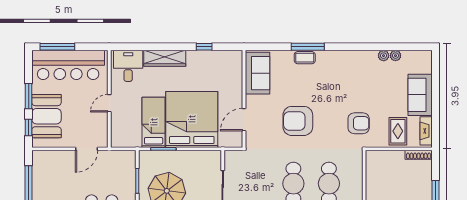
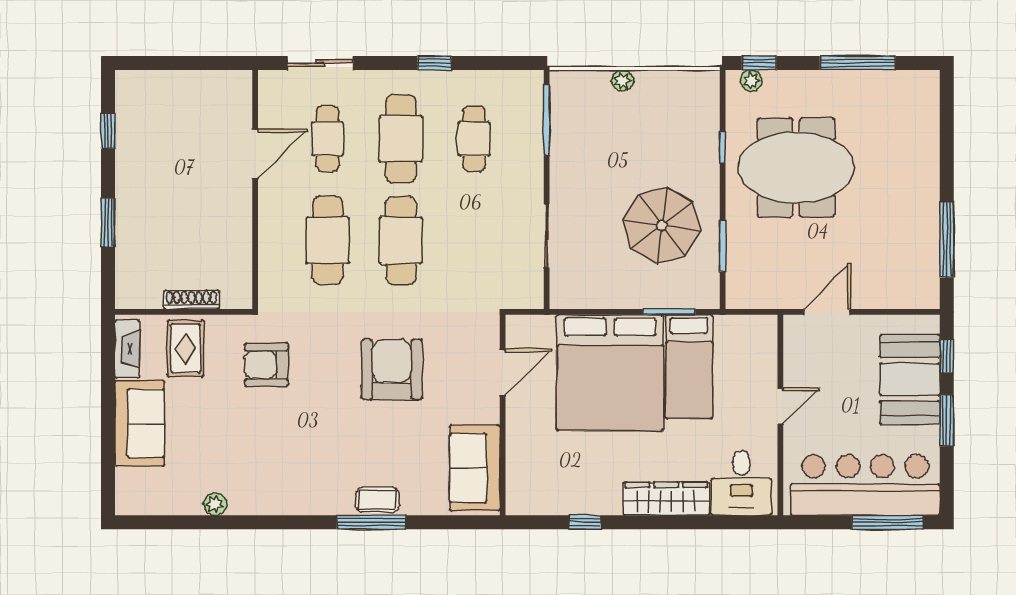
plant: (395, 56) -> (190, 504), removed
armchair: (298, 121) -> (392, 369), turned -90
shoe rack: (419, 155) -> (192, 300), moved

